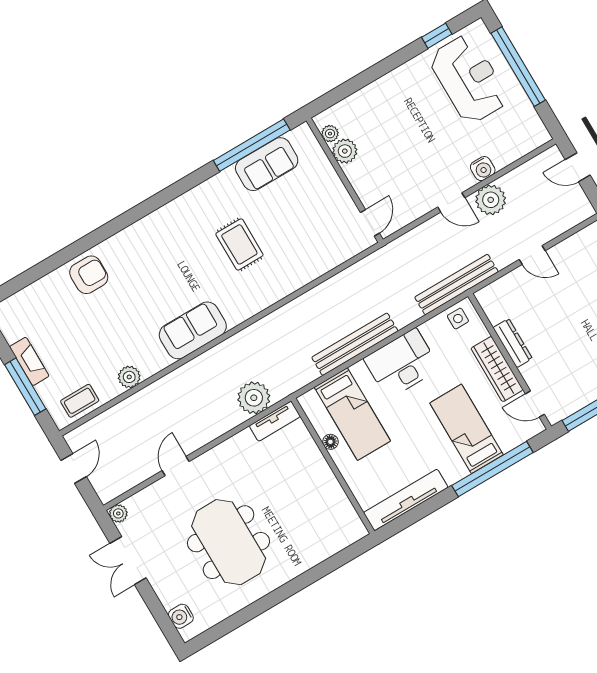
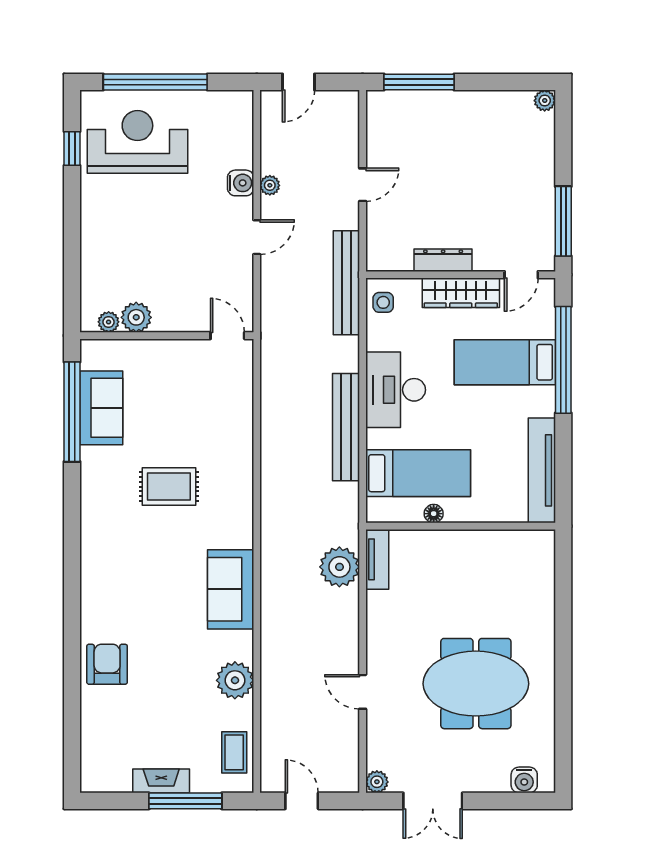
plant: (491, 200) -> (270, 185), width x0.53, depth x0.53
plant: (129, 377) -> (235, 680), width x1.36, depth x1.36

